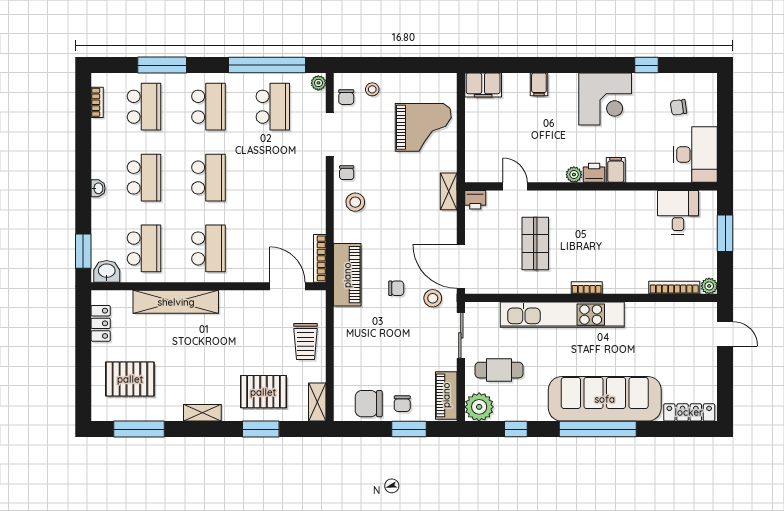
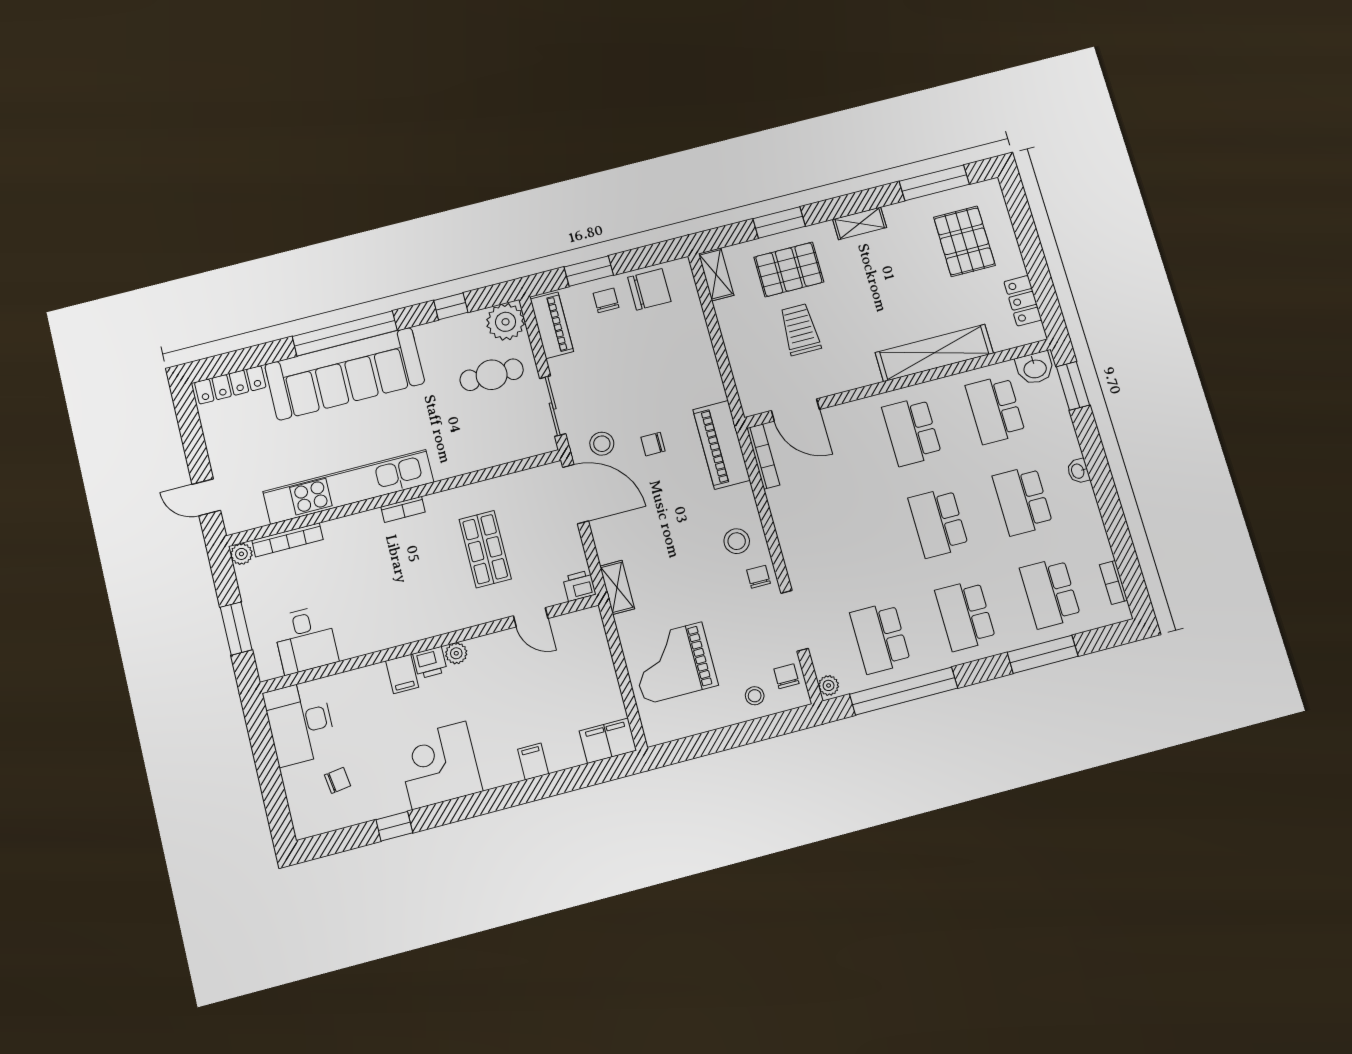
kitchen unit: (562, 315) -> (348, 487), moved
trolley: (306, 341) -> (800, 330), moved
pallet: (130, 379) -> (964, 241), turned 90

